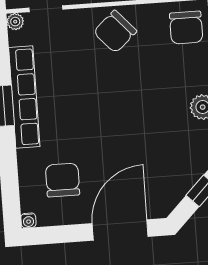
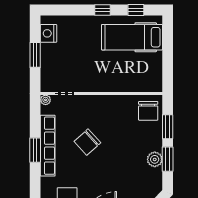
chair: (115, 32) -> (87, 142), moved

